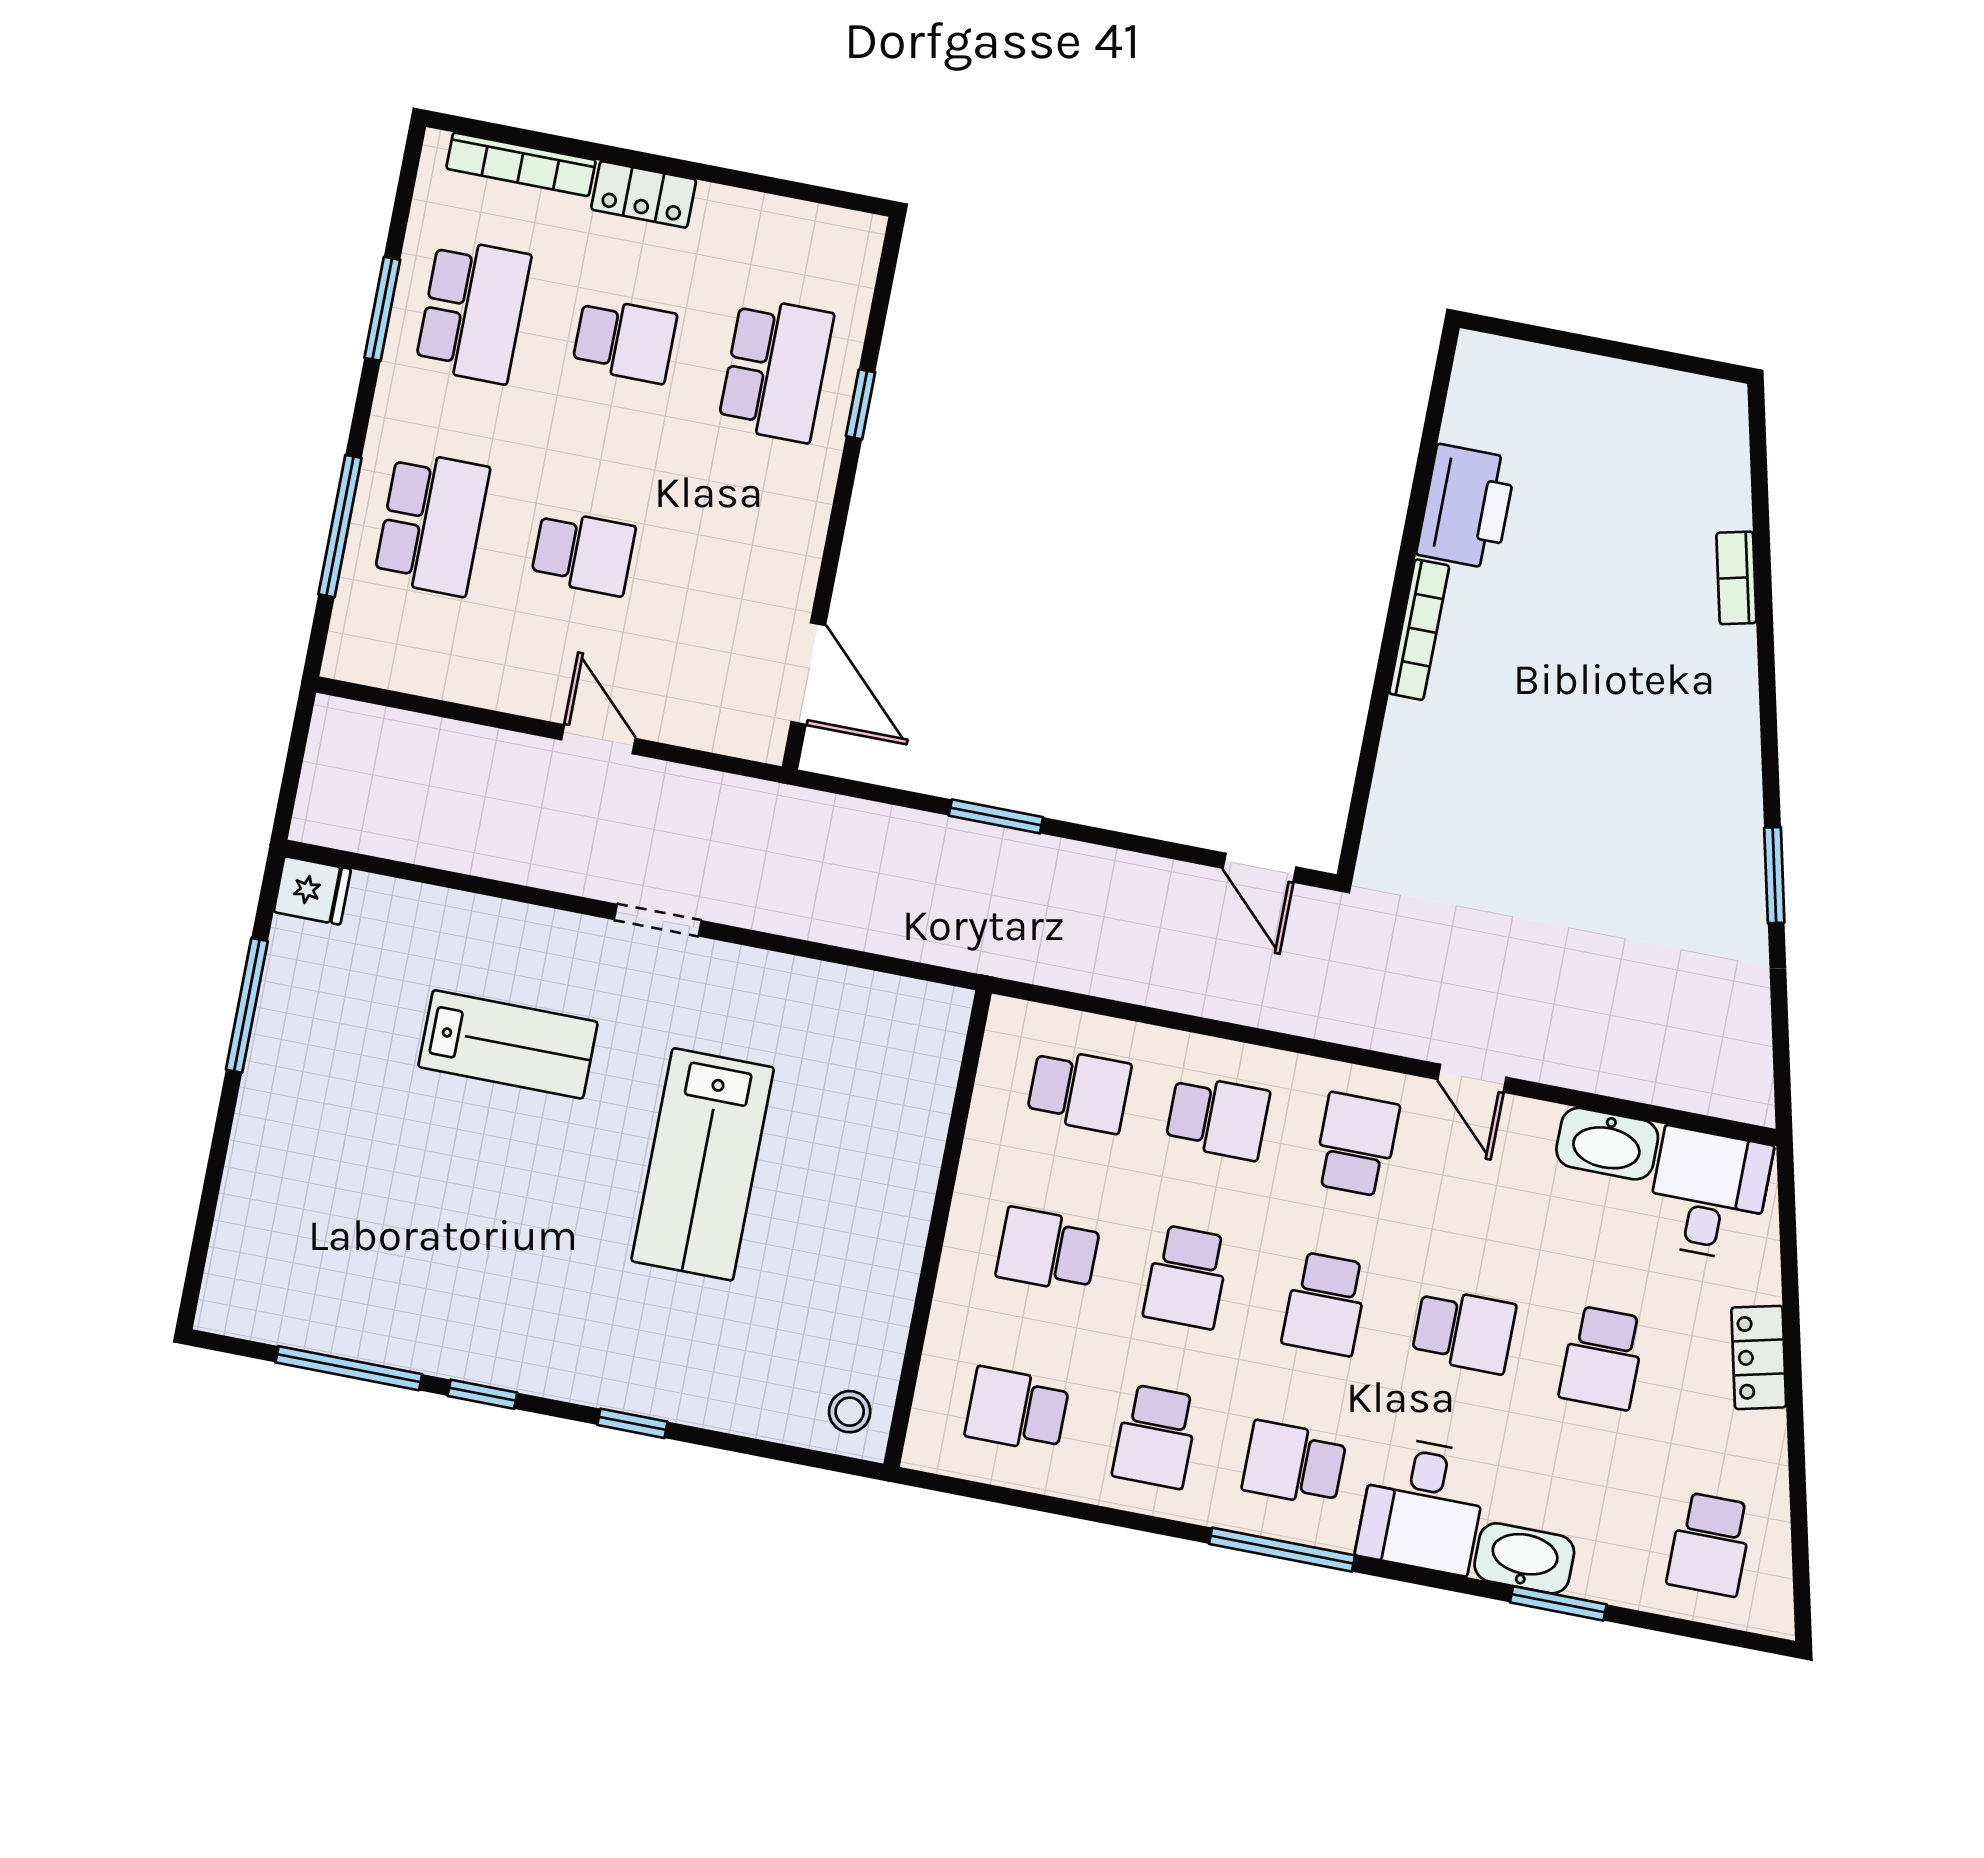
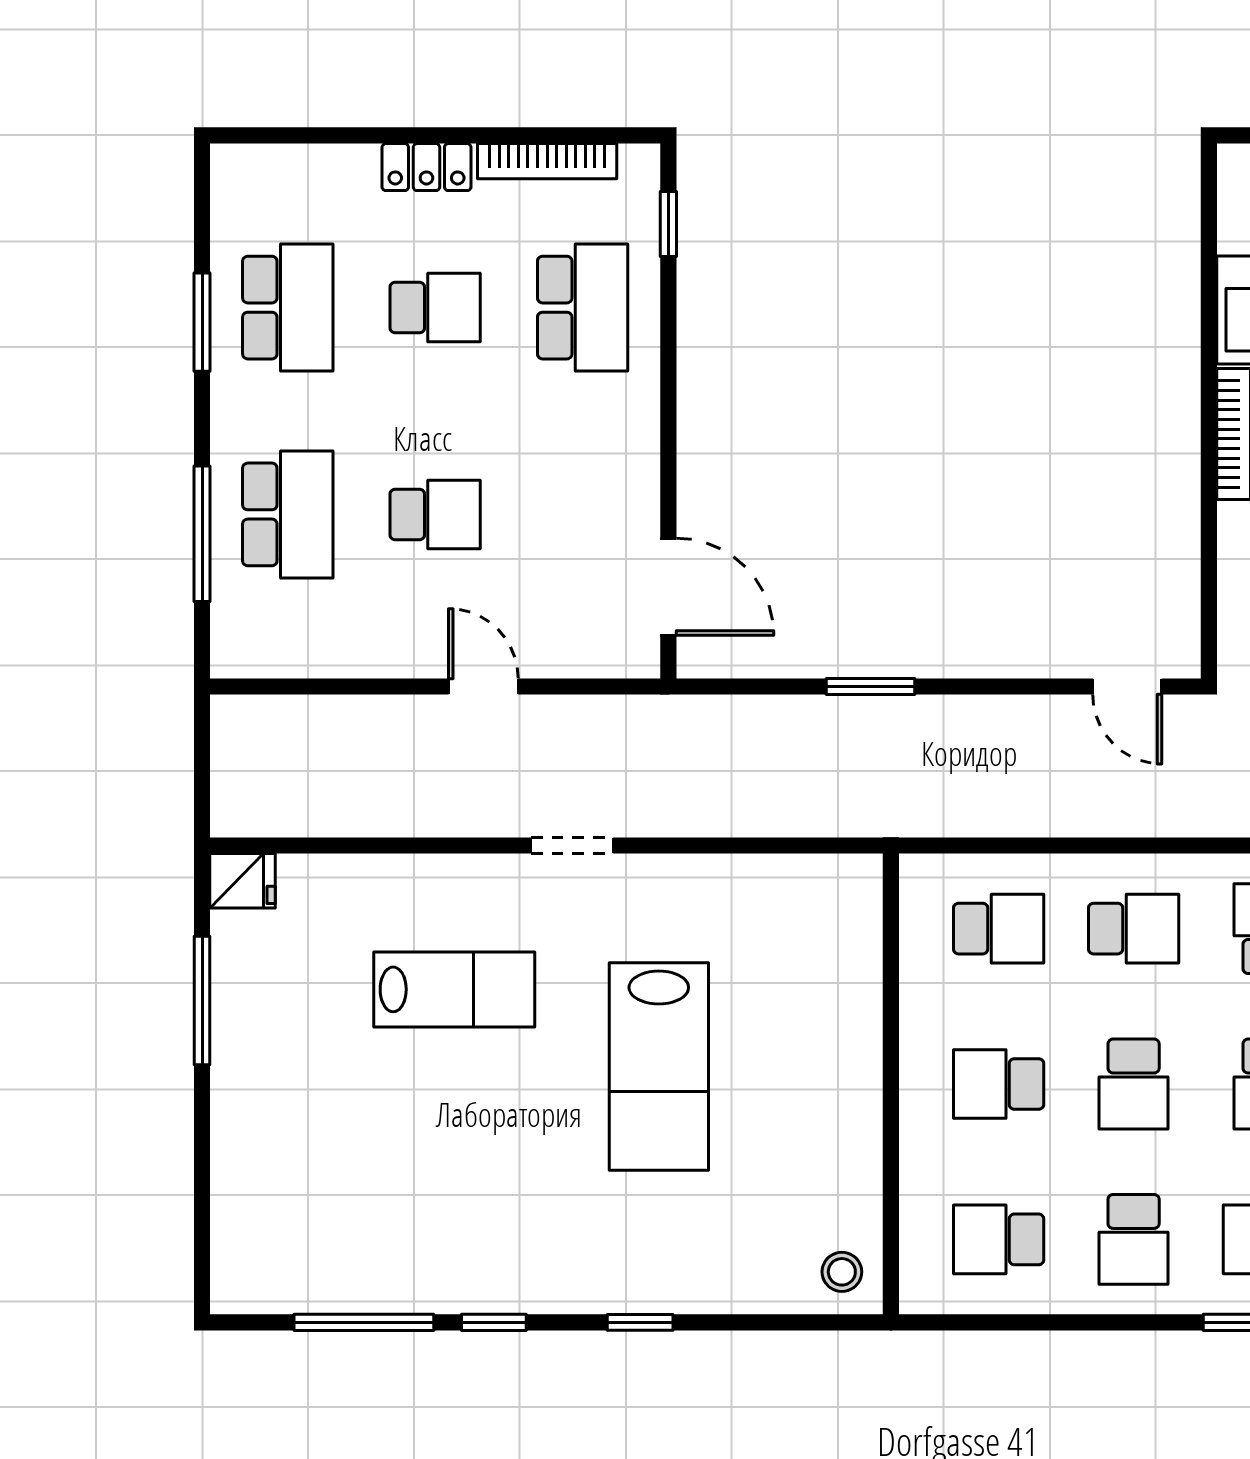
bookcase: (521, 164) -> (547, 161), moved
window: (861, 404) -> (668, 224), moved

